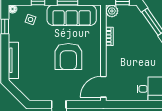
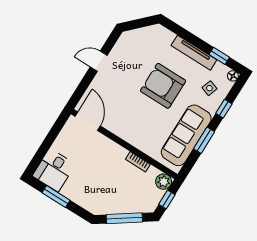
armchair: (68, 57) -> (163, 86), moved
tv unit: (13, 60) -> (194, 53), moved

